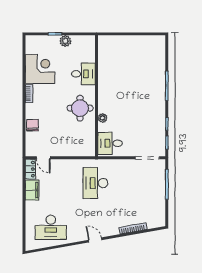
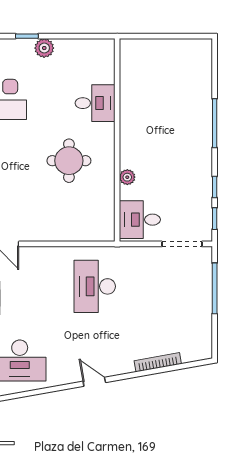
desk: (83, 74) -> (95, 103), moved
wall: (97, 96) -> (117, 140), moved
plant: (103, 118) -> (127, 177), moved
desk: (110, 143) -> (140, 220), moved

